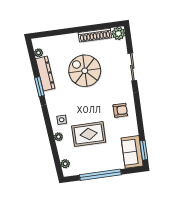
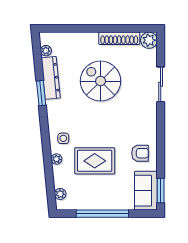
armchair: (120, 110) -> (140, 153), moved

